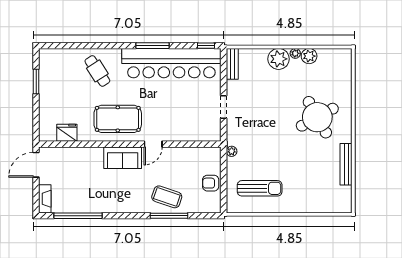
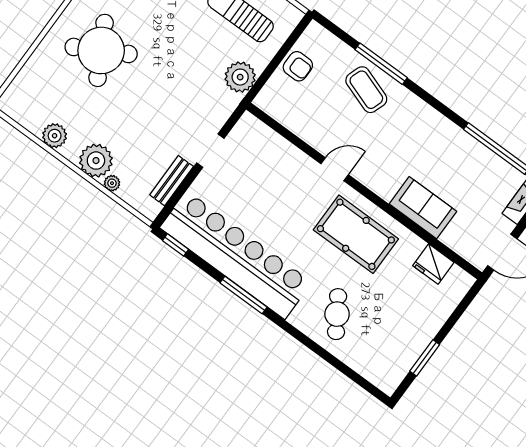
plant: (295, 53) -> (112, 183), moved
bench: (232, 64) -> (172, 181), moved
plant: (232, 151) -> (240, 77), width x1.87, depth x1.87
sofa: (123, 158) -> (423, 208), moved

